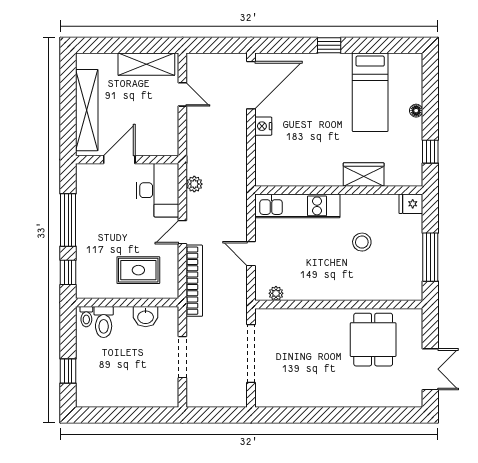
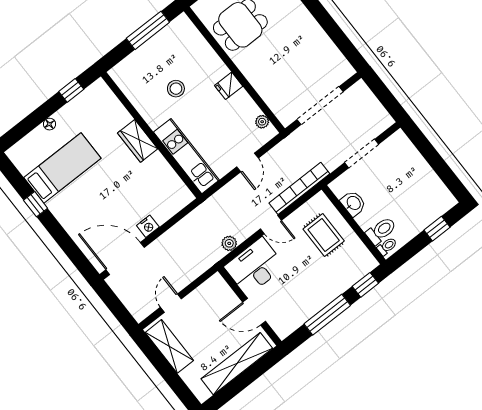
window: (329, 45) -> (36, 204), moved
wardrobe: (364, 174) -> (138, 141), moved
fridge: (411, 204) -> (229, 86), moved, turned 90

